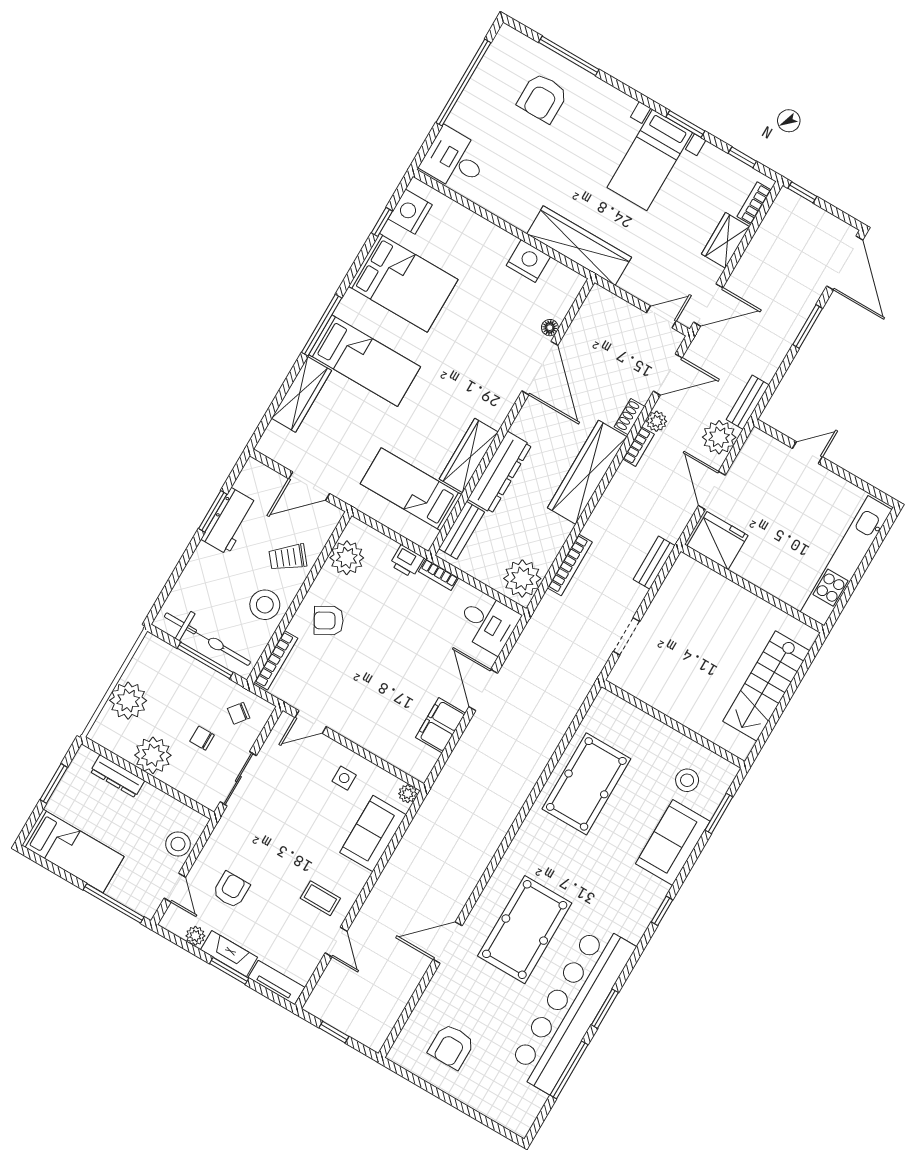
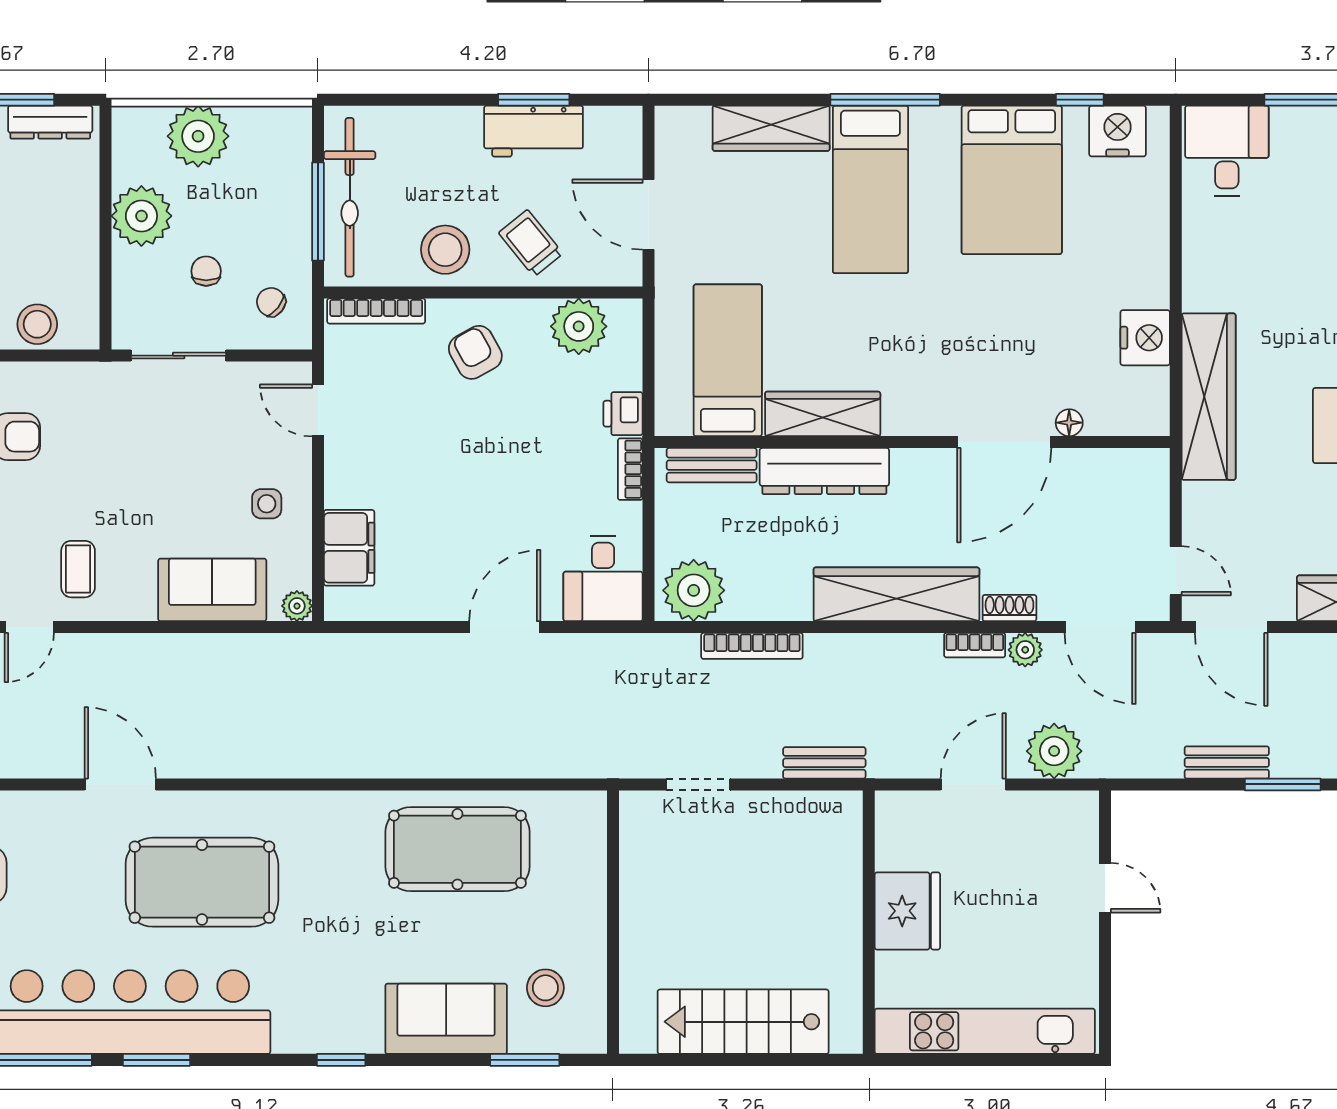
bench: (748, 402) -> (1227, 762), moved
fridge: (718, 541) -> (907, 911), moved
filing cabinet: (441, 725) -> (349, 548), moved, turned 90
dresser: (117, 776) -> (50, 122), moved, turned -90

